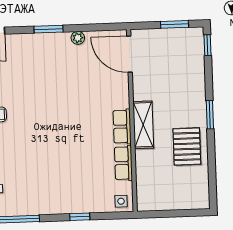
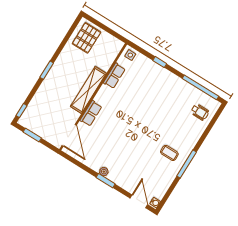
plant: (78, 38) -> (104, 172), moved
shelving: (143, 125) -> (88, 90), width x1.47
row of seats: (122, 127) -> (91, 113), moved
pallet: (187, 146) -> (87, 38), moved

